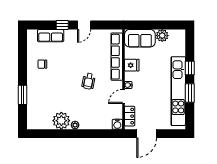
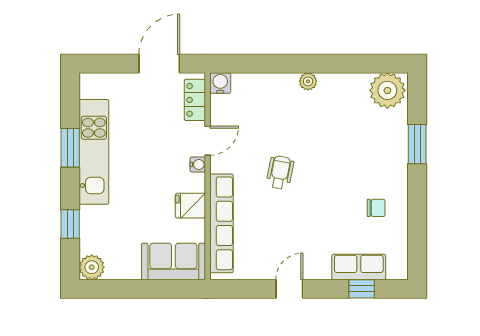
window: (62, 25) -> (362, 289), moved
plant: (162, 36) -> (92, 267), moved
window: (190, 68) -> (70, 224), moved
kitchen unit: (178, 91) -> (94, 152), width x0.73
plant: (61, 121) -> (387, 90), moved

